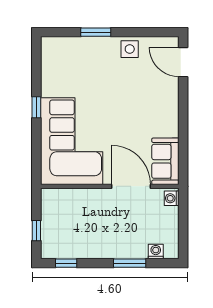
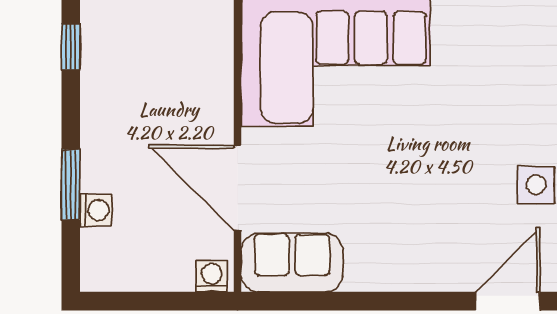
door: (131, 186) -> (238, 188), swing flipped
washing machine: (156, 252) -> (96, 210), moved

